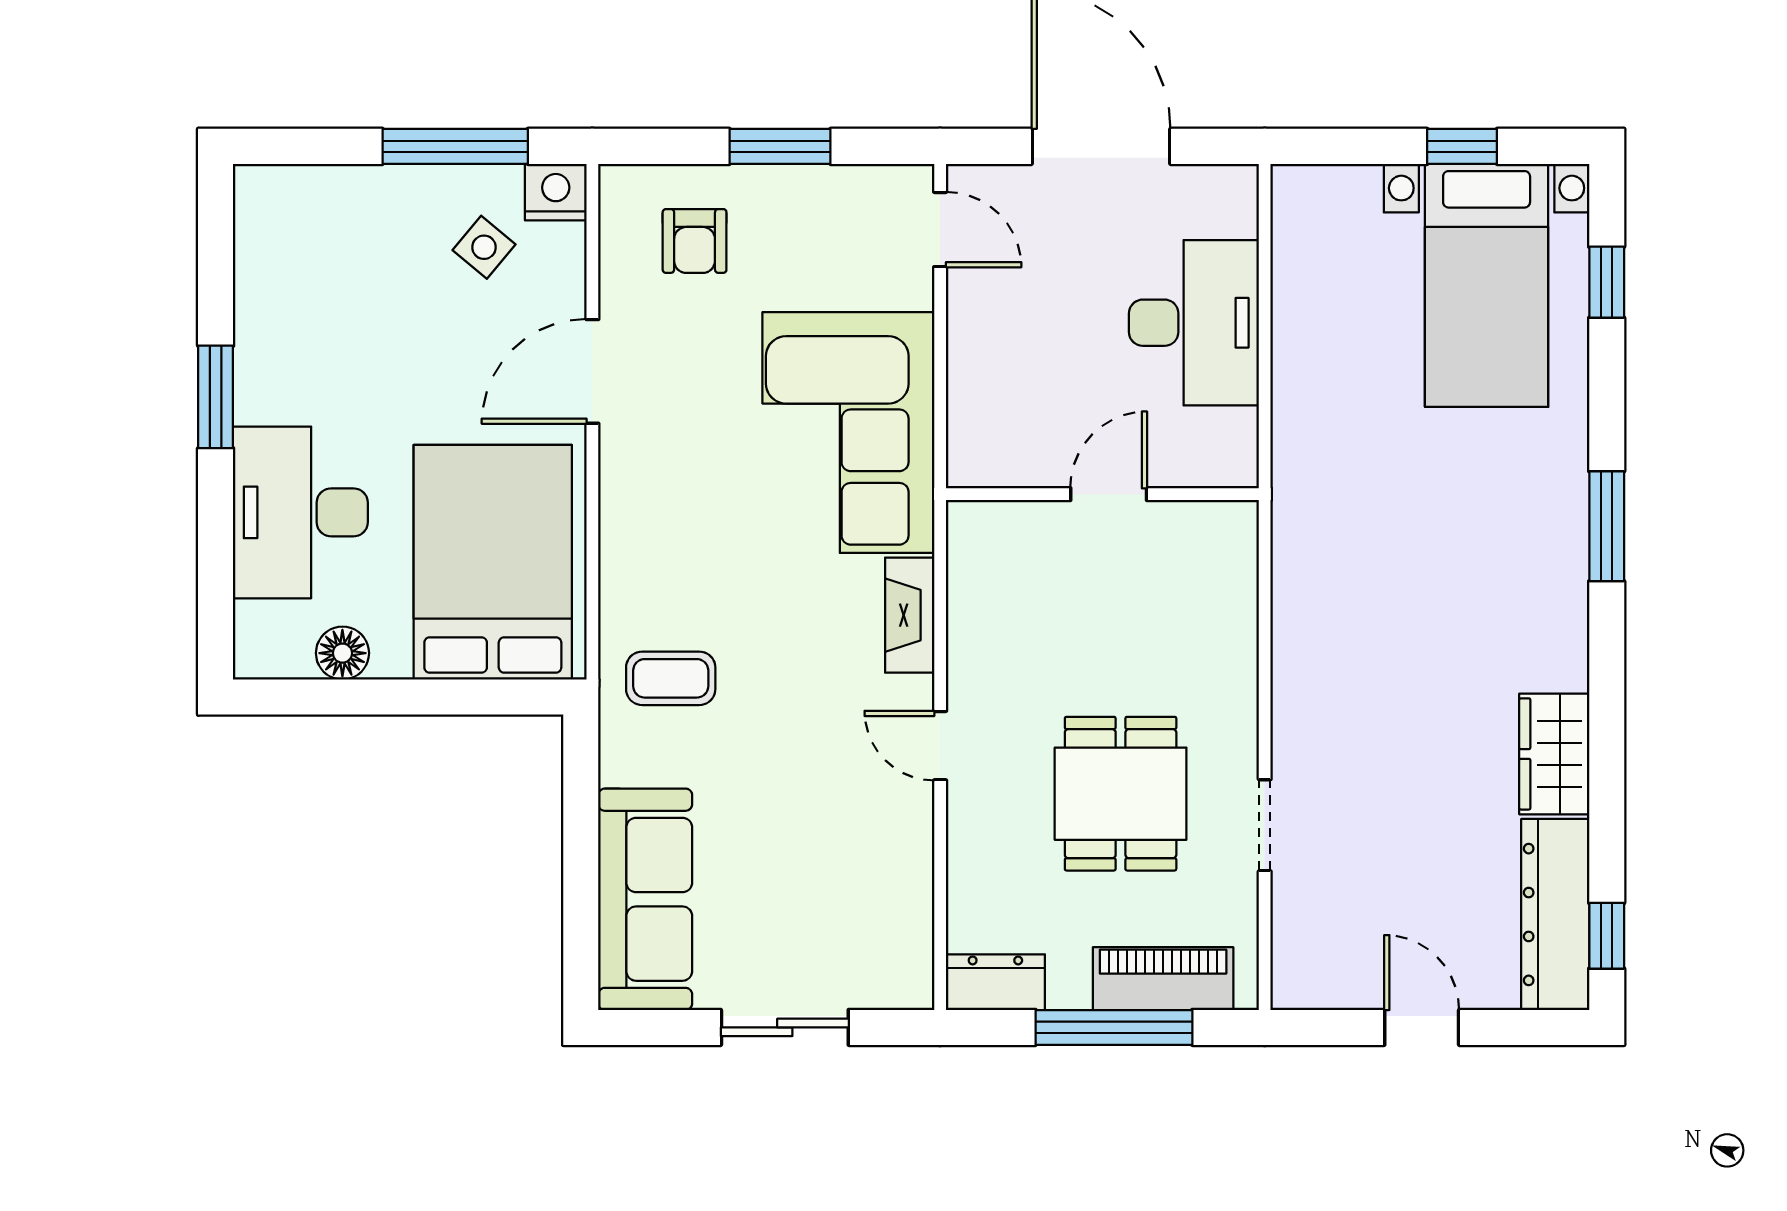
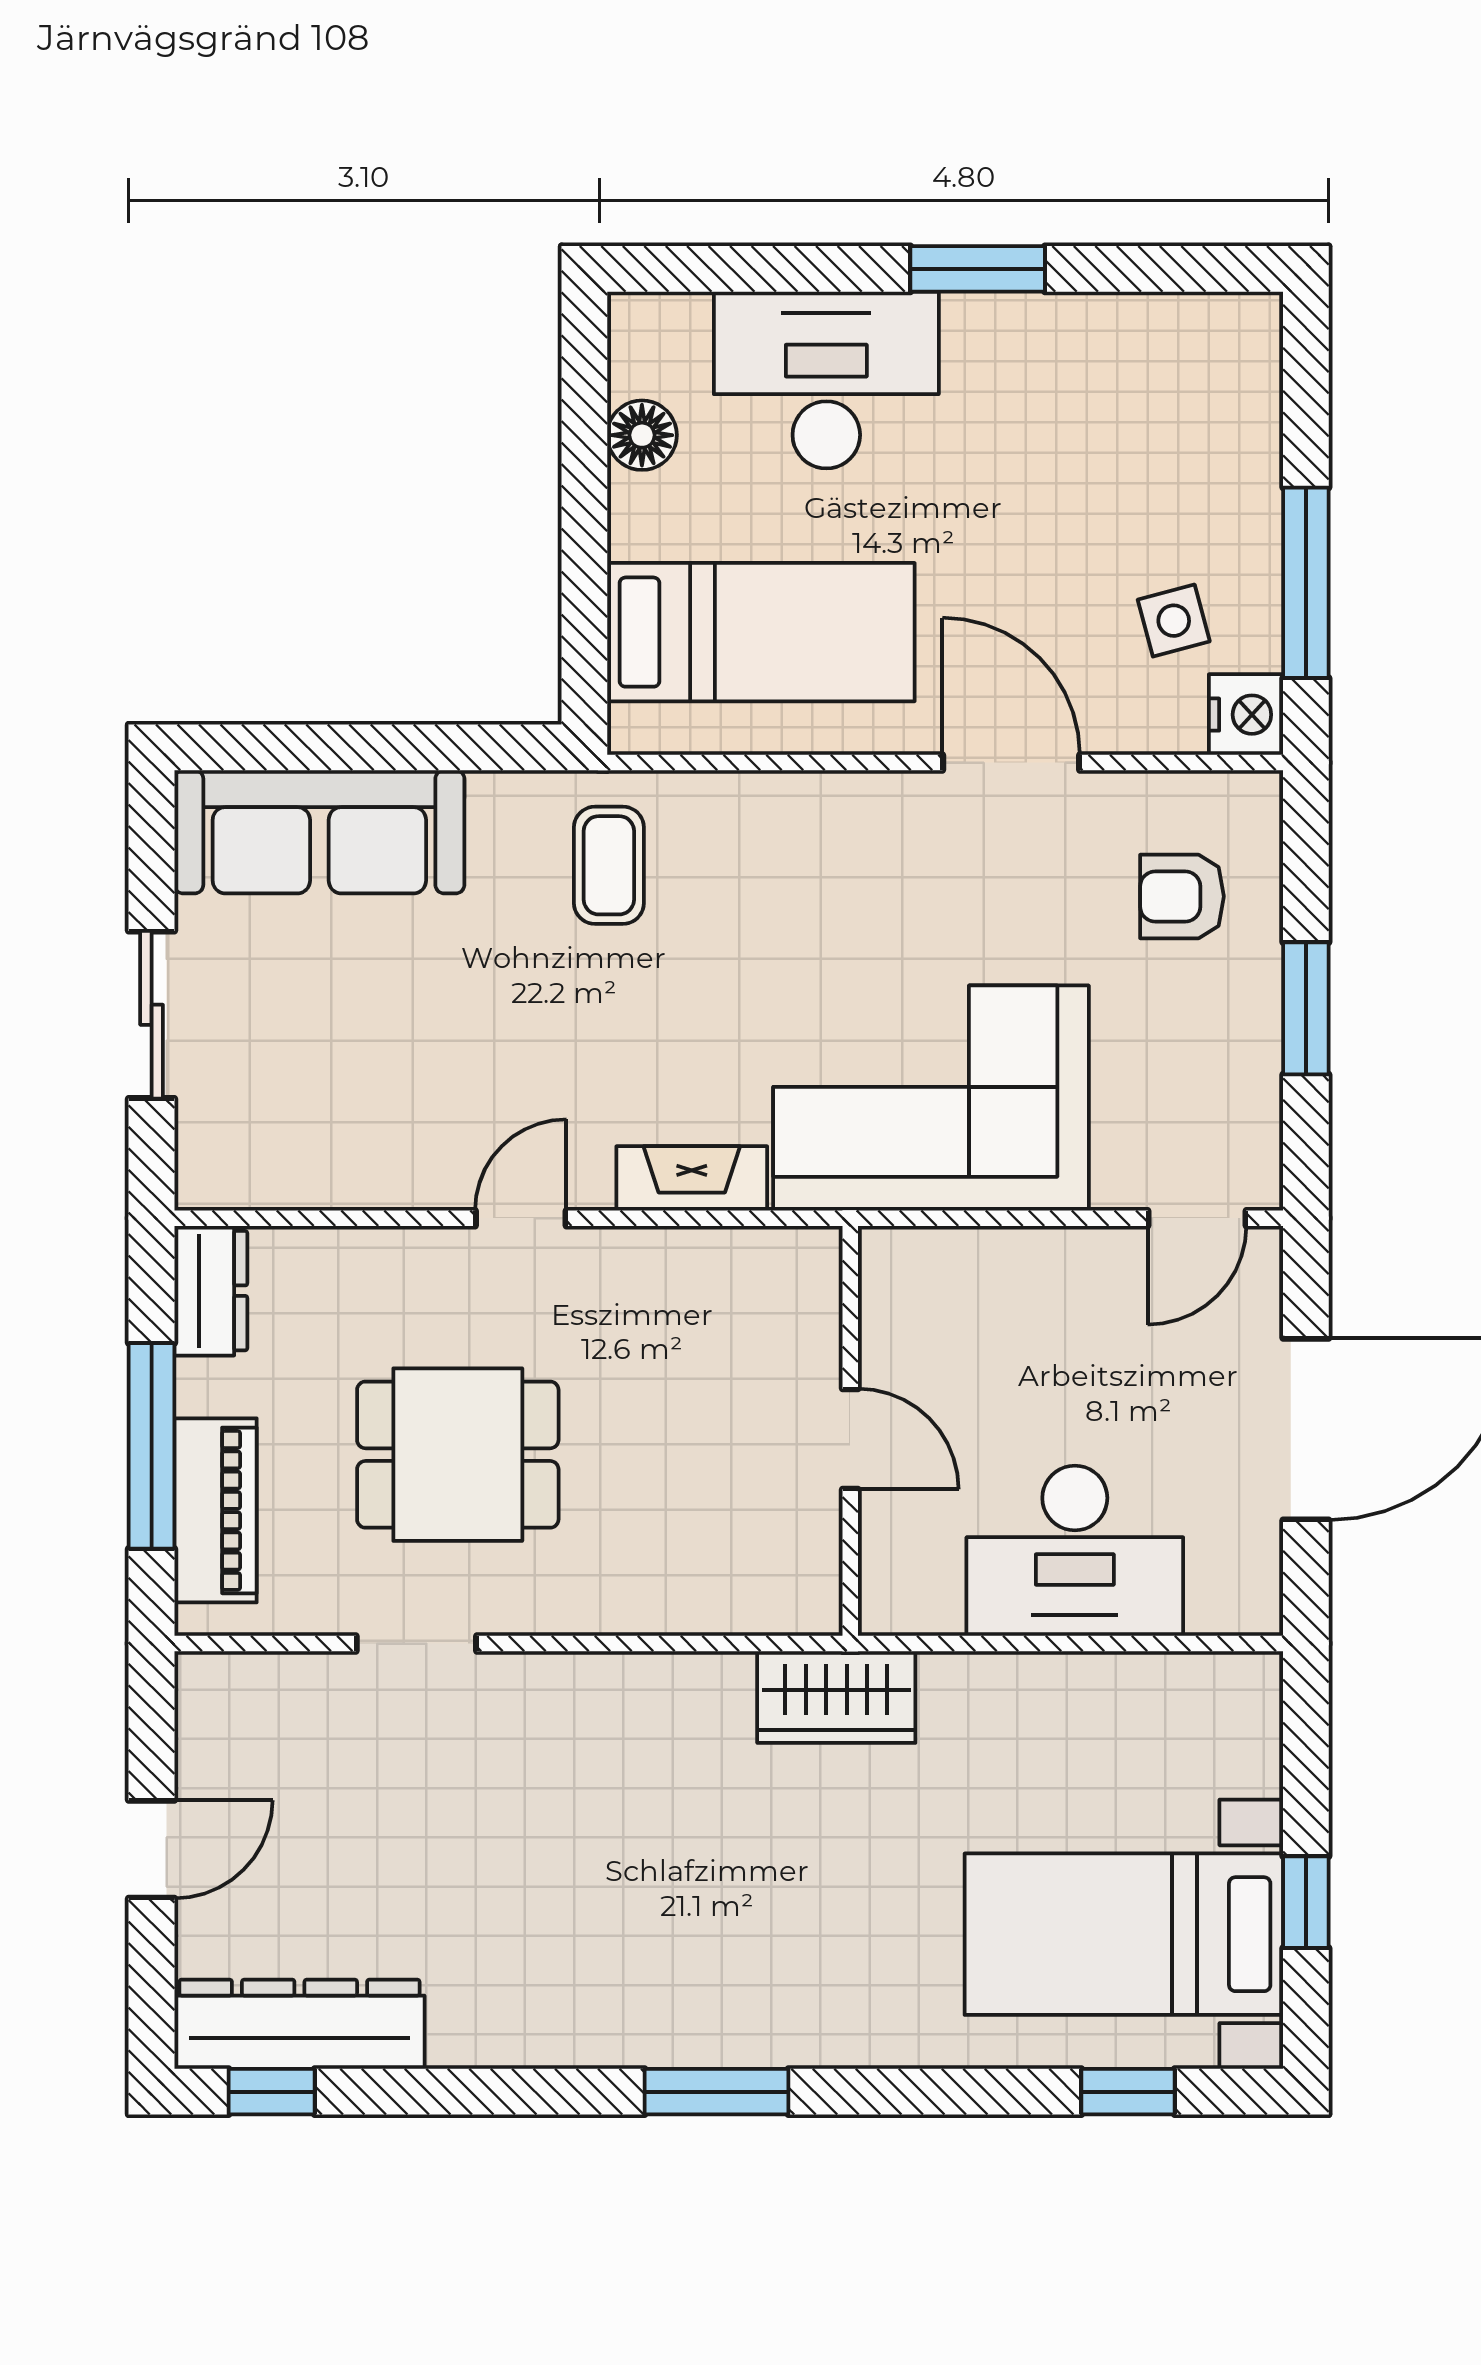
side table: (484, 247) -> (1174, 621), turned 35
window: (1607, 526) -> (717, 2092), moved
bed: (493, 562) -> (761, 632), width x0.67
wardrobe: (1554, 754) -> (836, 1697), moved, turned 180

